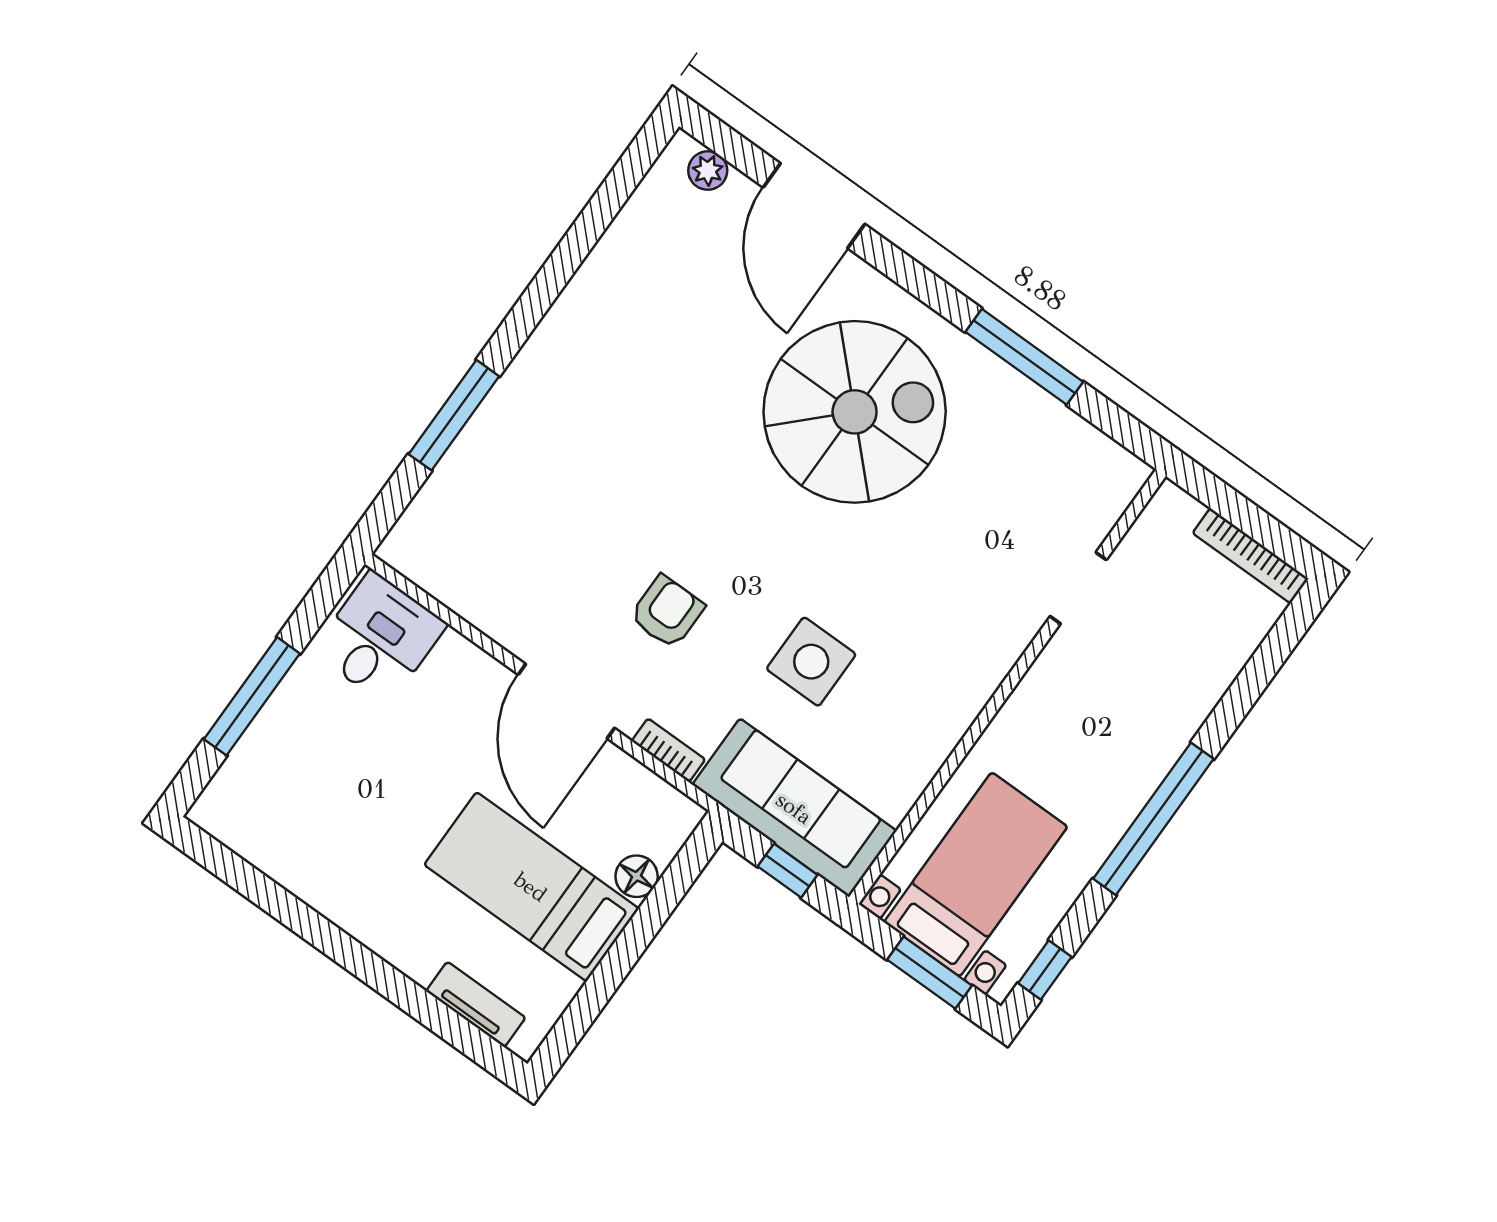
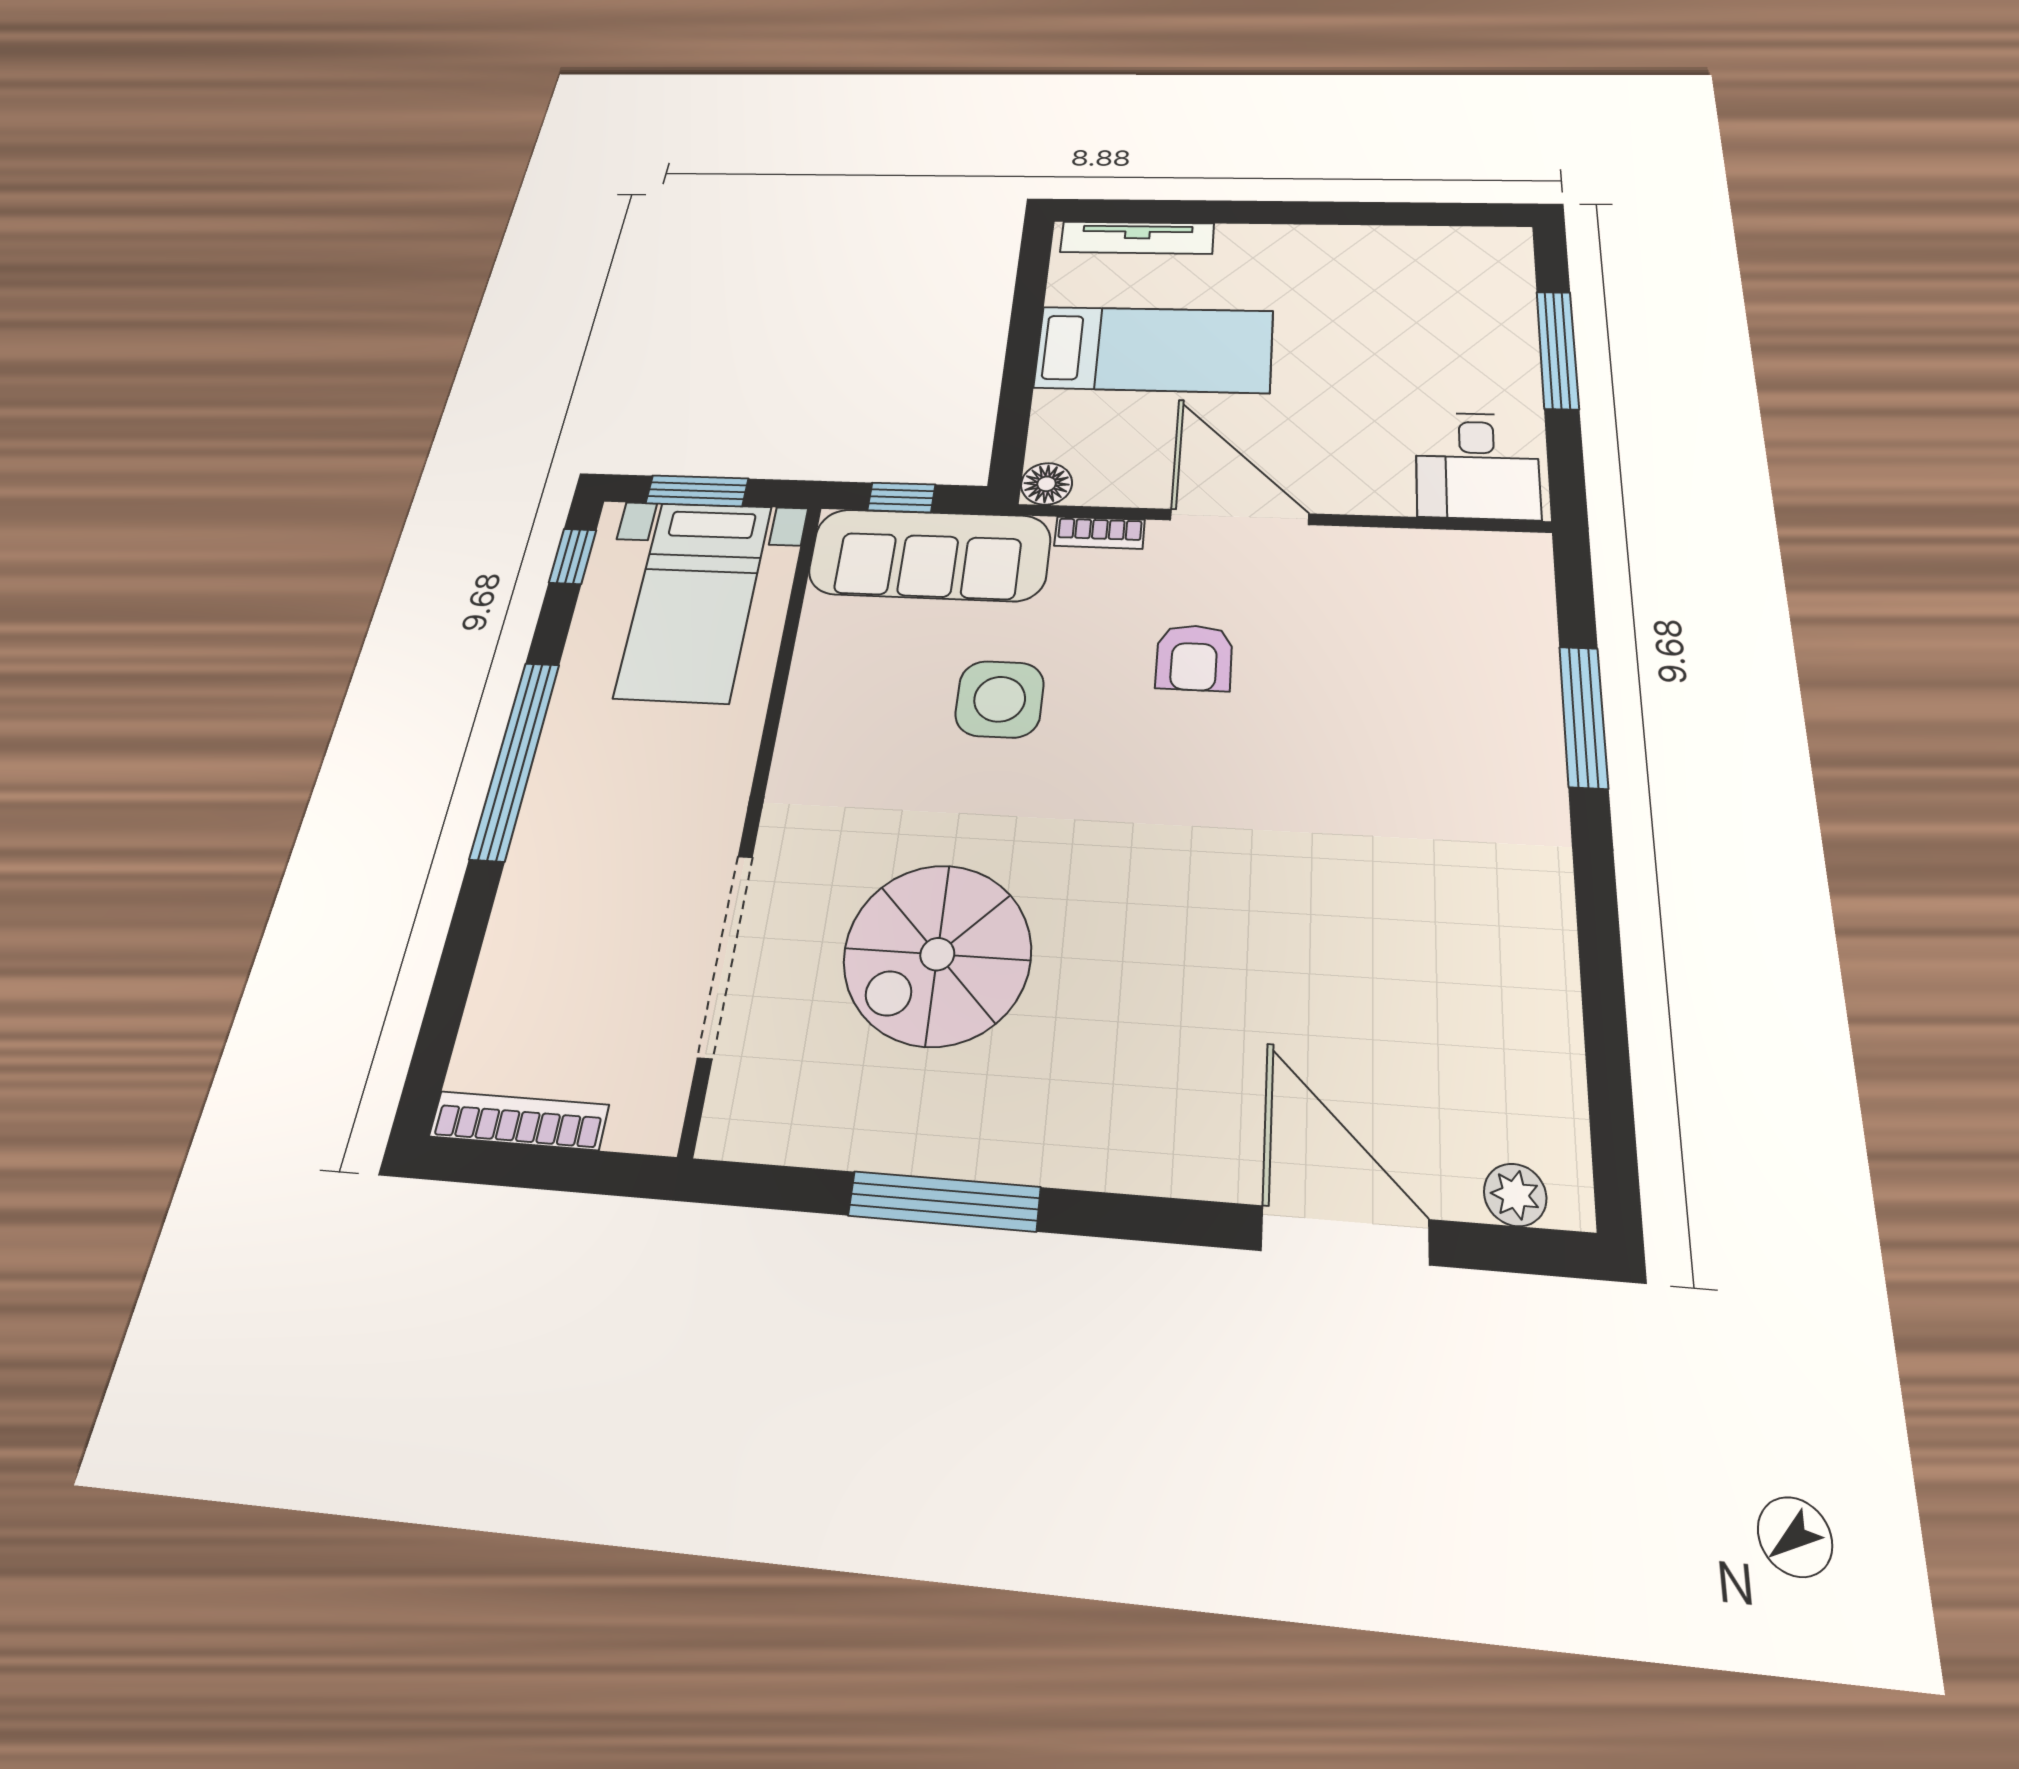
spiral stairs: (855, 412) -> (937, 954), moved, width x0.73, depth x0.73
doorway: (1078, 588) -> (726, 955), width x1.88
floor lamp: (637, 876) -> (1047, 484), moved
tv unit: (476, 1004) -> (1137, 238), width x1.41

